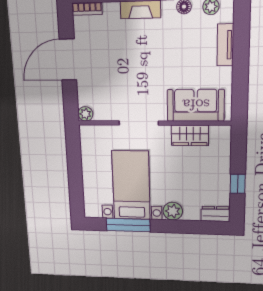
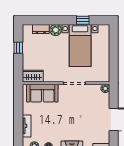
wardrobe: (190, 135) -> (33, 76), moved
dresser: (215, 214) -> (41, 29), moved
window: (128, 225) -> (83, 20), width x0.46

